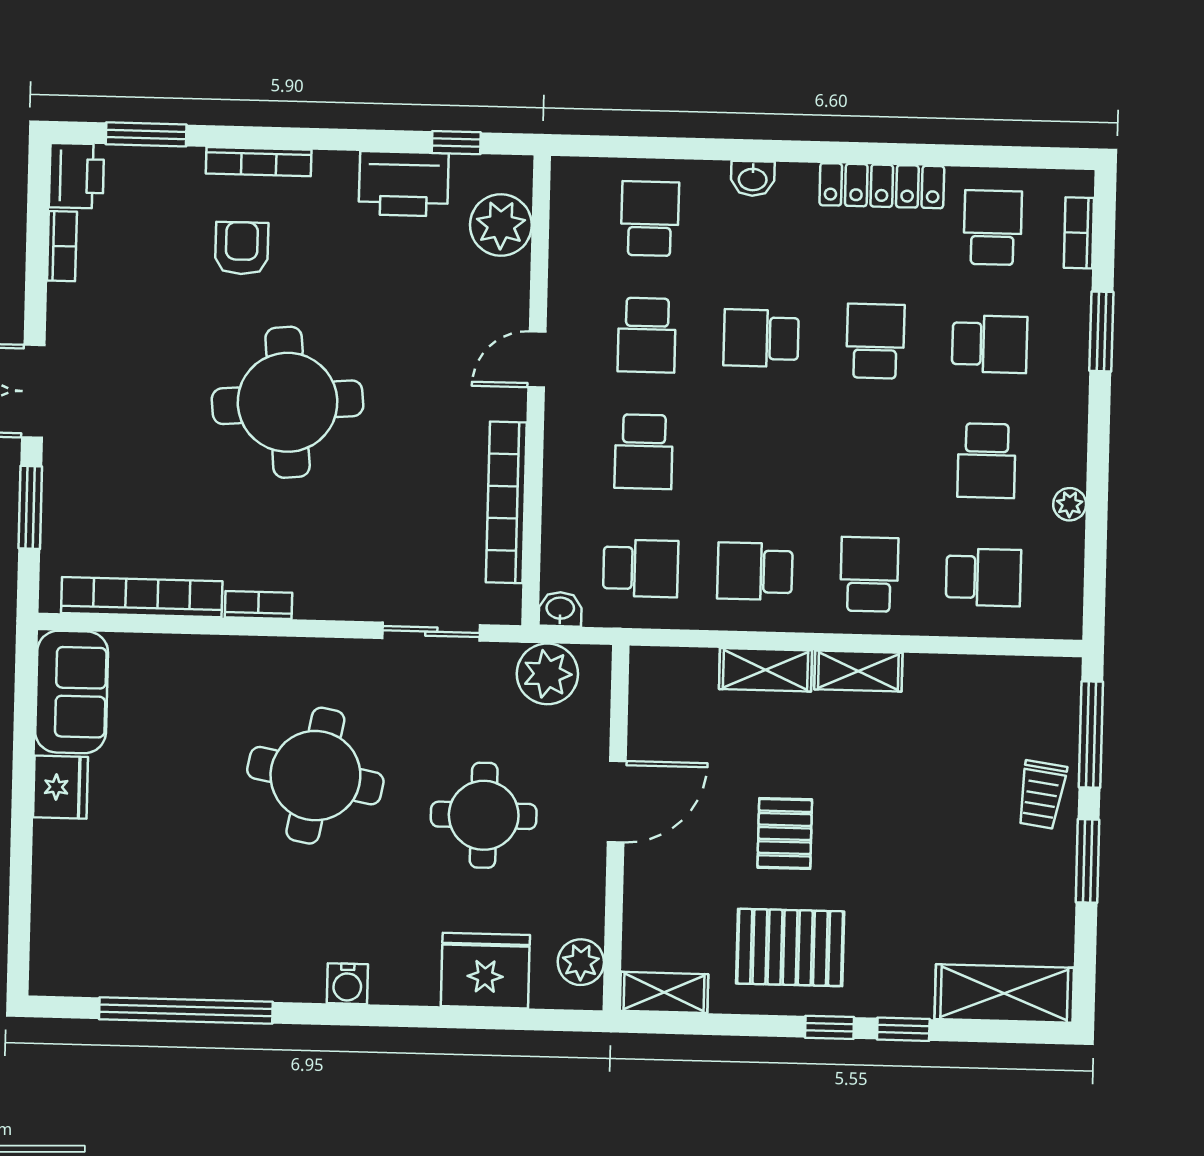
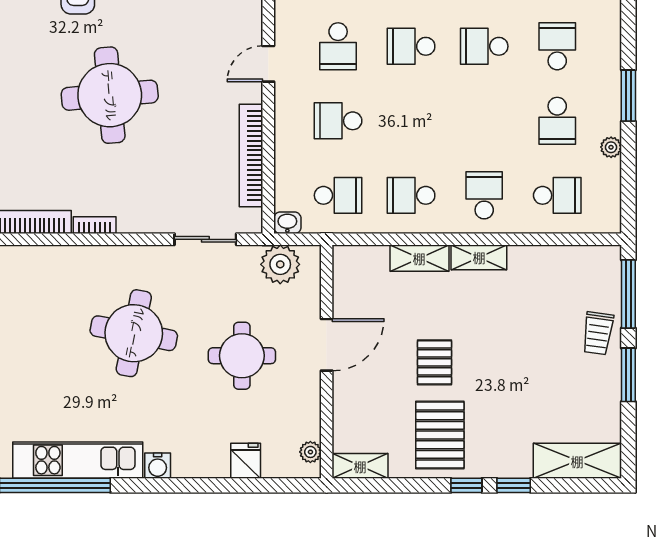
window: (1101, 331) -> (628, 96), moved
school desk: (875, 341) -> (484, 46), turned -90
school desk: (990, 344) -> (557, 46), turned -90
school desk: (644, 452) -> (338, 121), turned 90
pallet: (790, 947) -> (440, 435), turned 90
plant: (581, 962) -> (310, 452), width x0.73, depth x0.73
fridge: (485, 971) -> (246, 461), width x0.53, depth x0.75
kitchen unit: (223, 972) -> (78, 460), added

